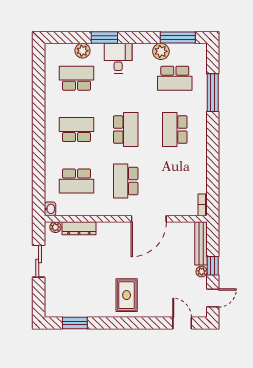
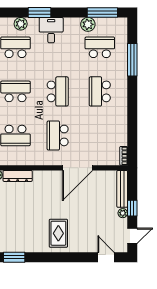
school desk: (175, 78) -> (100, 47), turned 180

